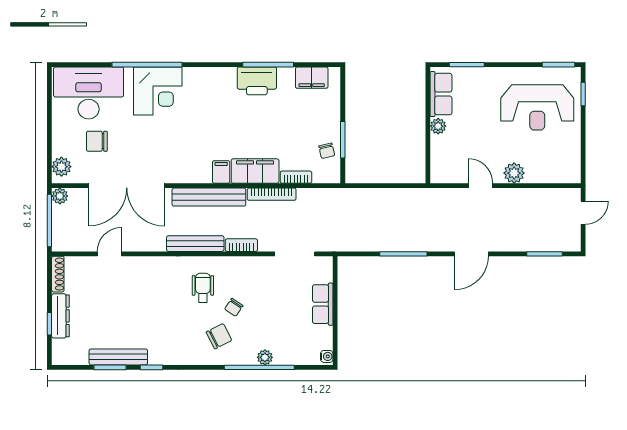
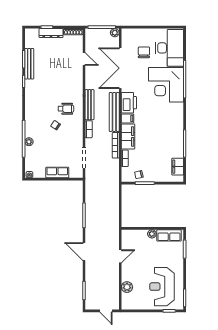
printer: (257, 81) -> (129, 103), moved, turned 180
corner desk: (158, 91) -> (166, 85), width x1.36, depth x1.36
plant: (61, 167) -> (130, 34), removed
plant: (514, 173) -> (127, 287), moved
chair: (219, 336) -> (40, 117), removed

